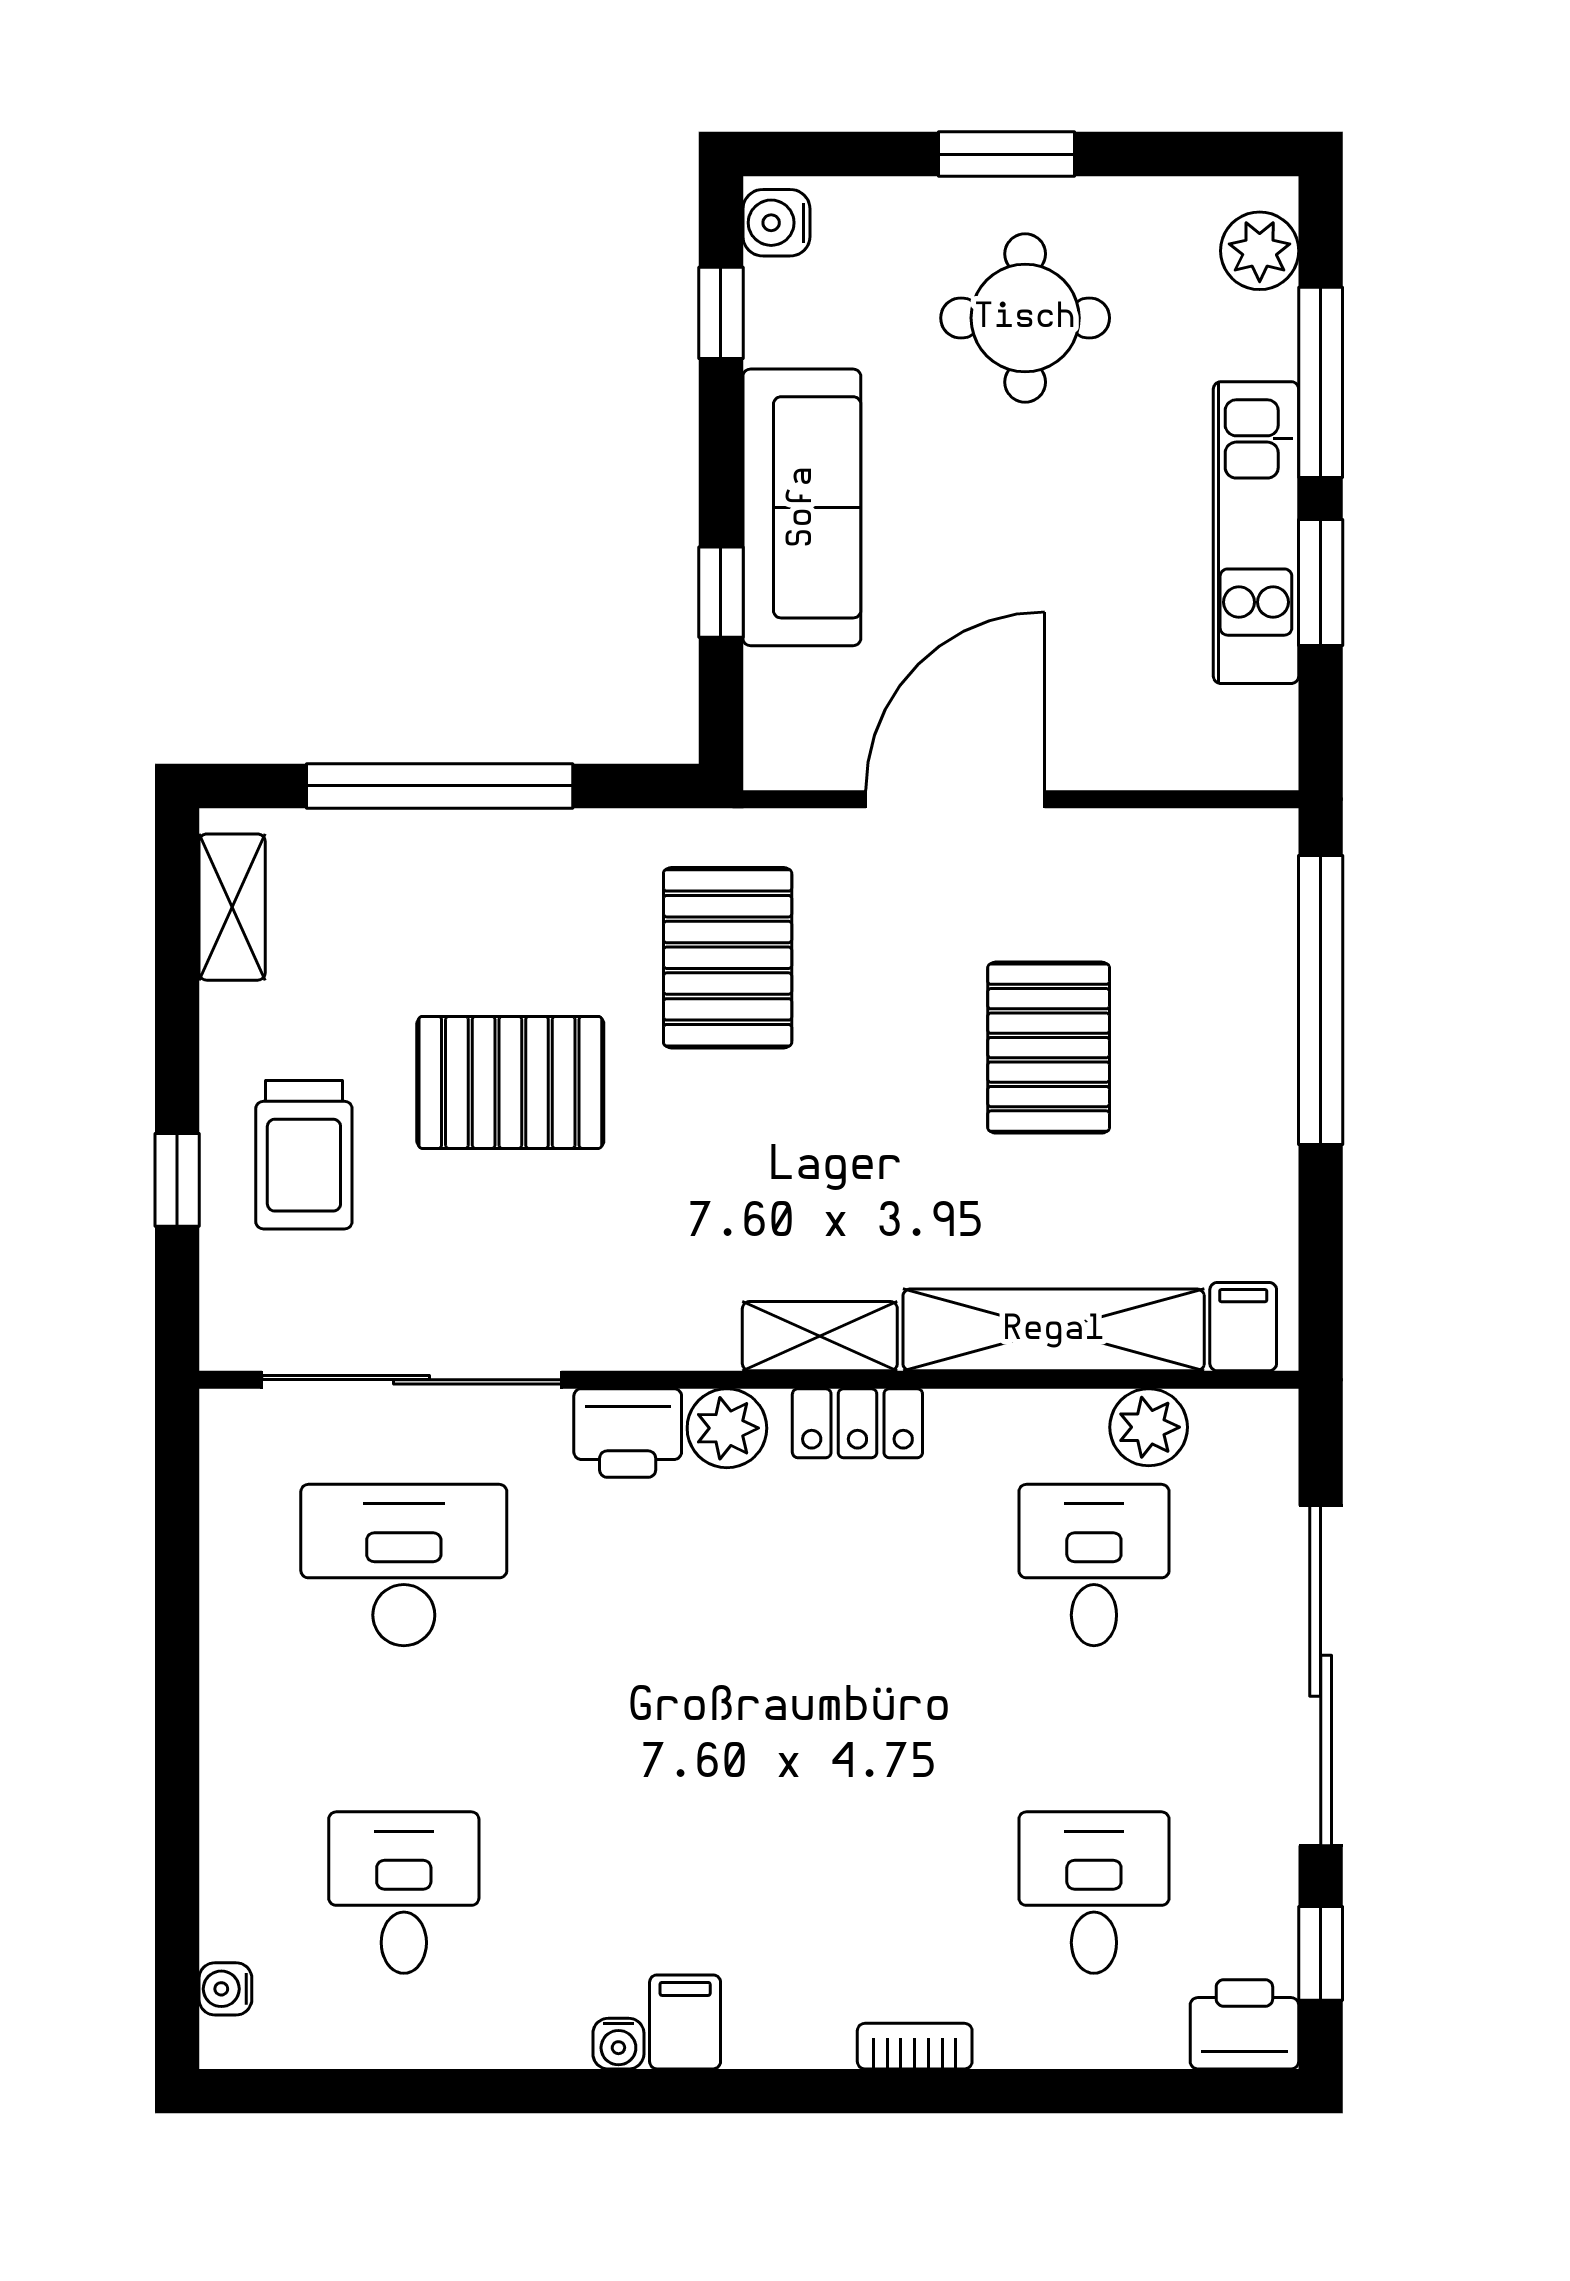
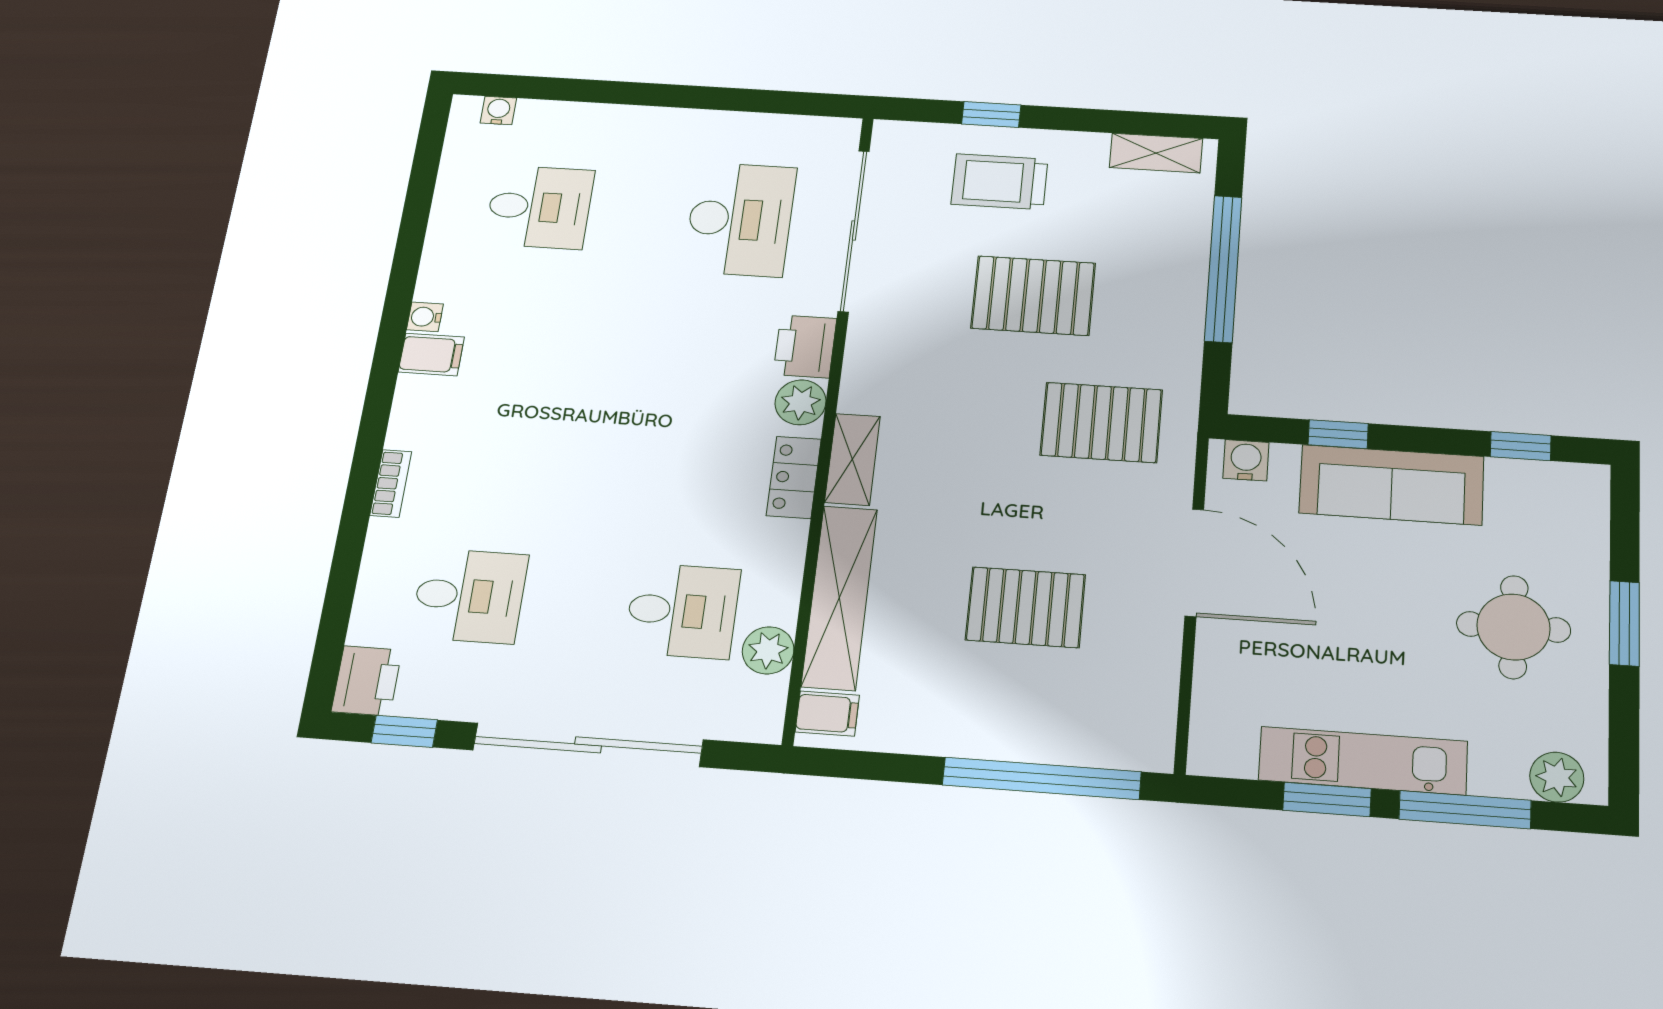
water cooler: (776, 223) -> (1246, 460), moved
pallet: (510, 1082) -> (1033, 296), turned 90

